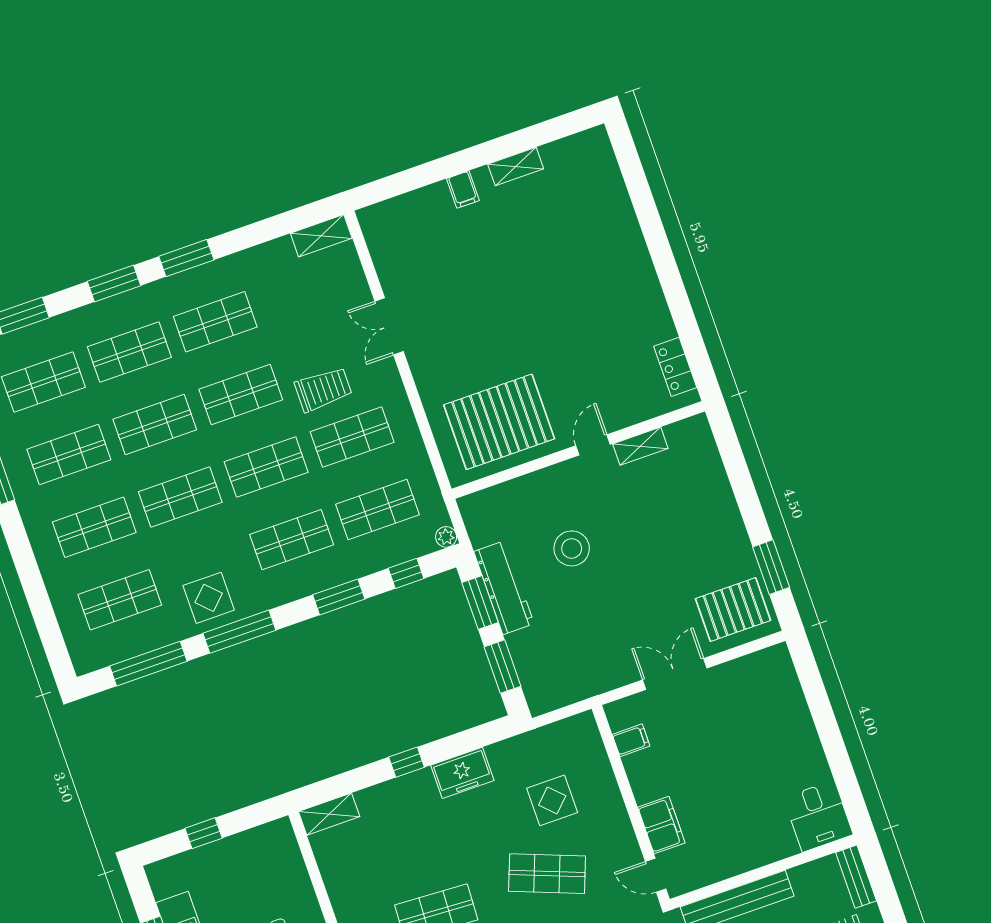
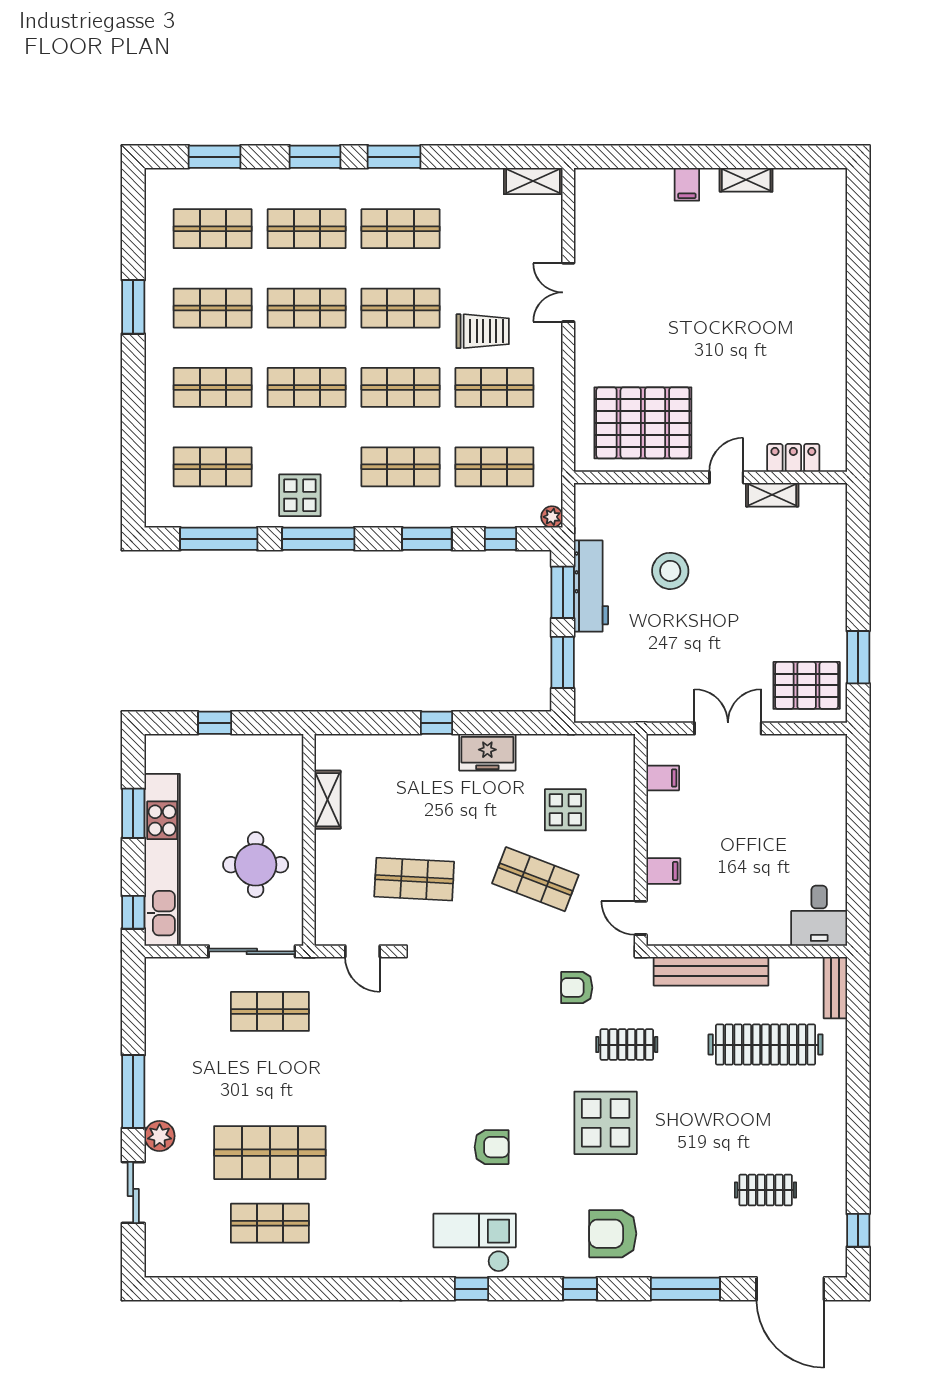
locker: (675, 367) -> (793, 458), moved, turned 90
shelving: (329, 814) -> (328, 800), moved, turned 90
filing cabinet: (661, 825) -> (663, 871), width x0.50

